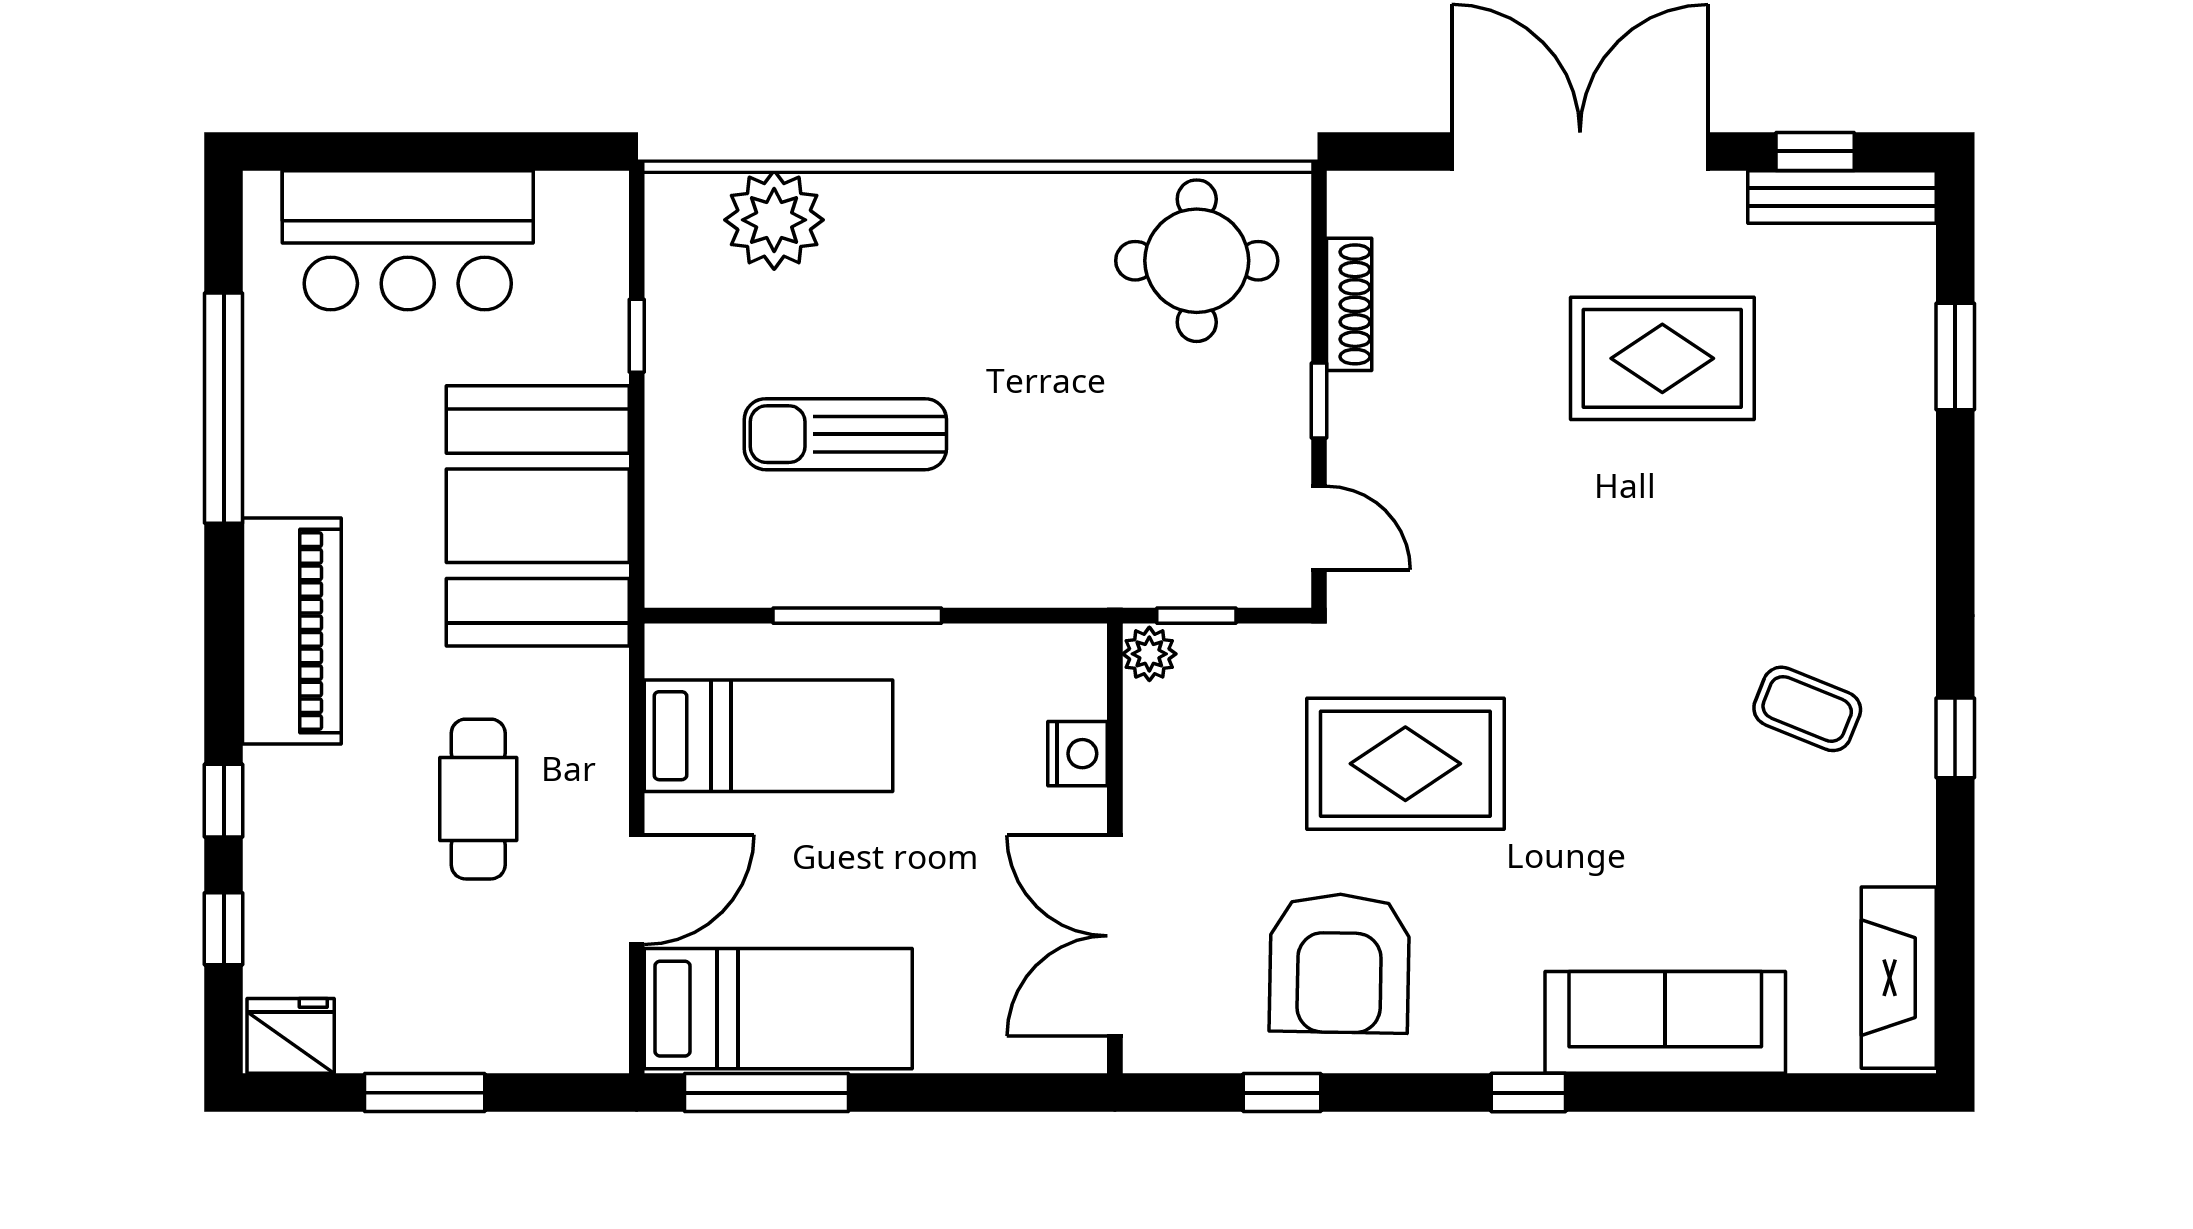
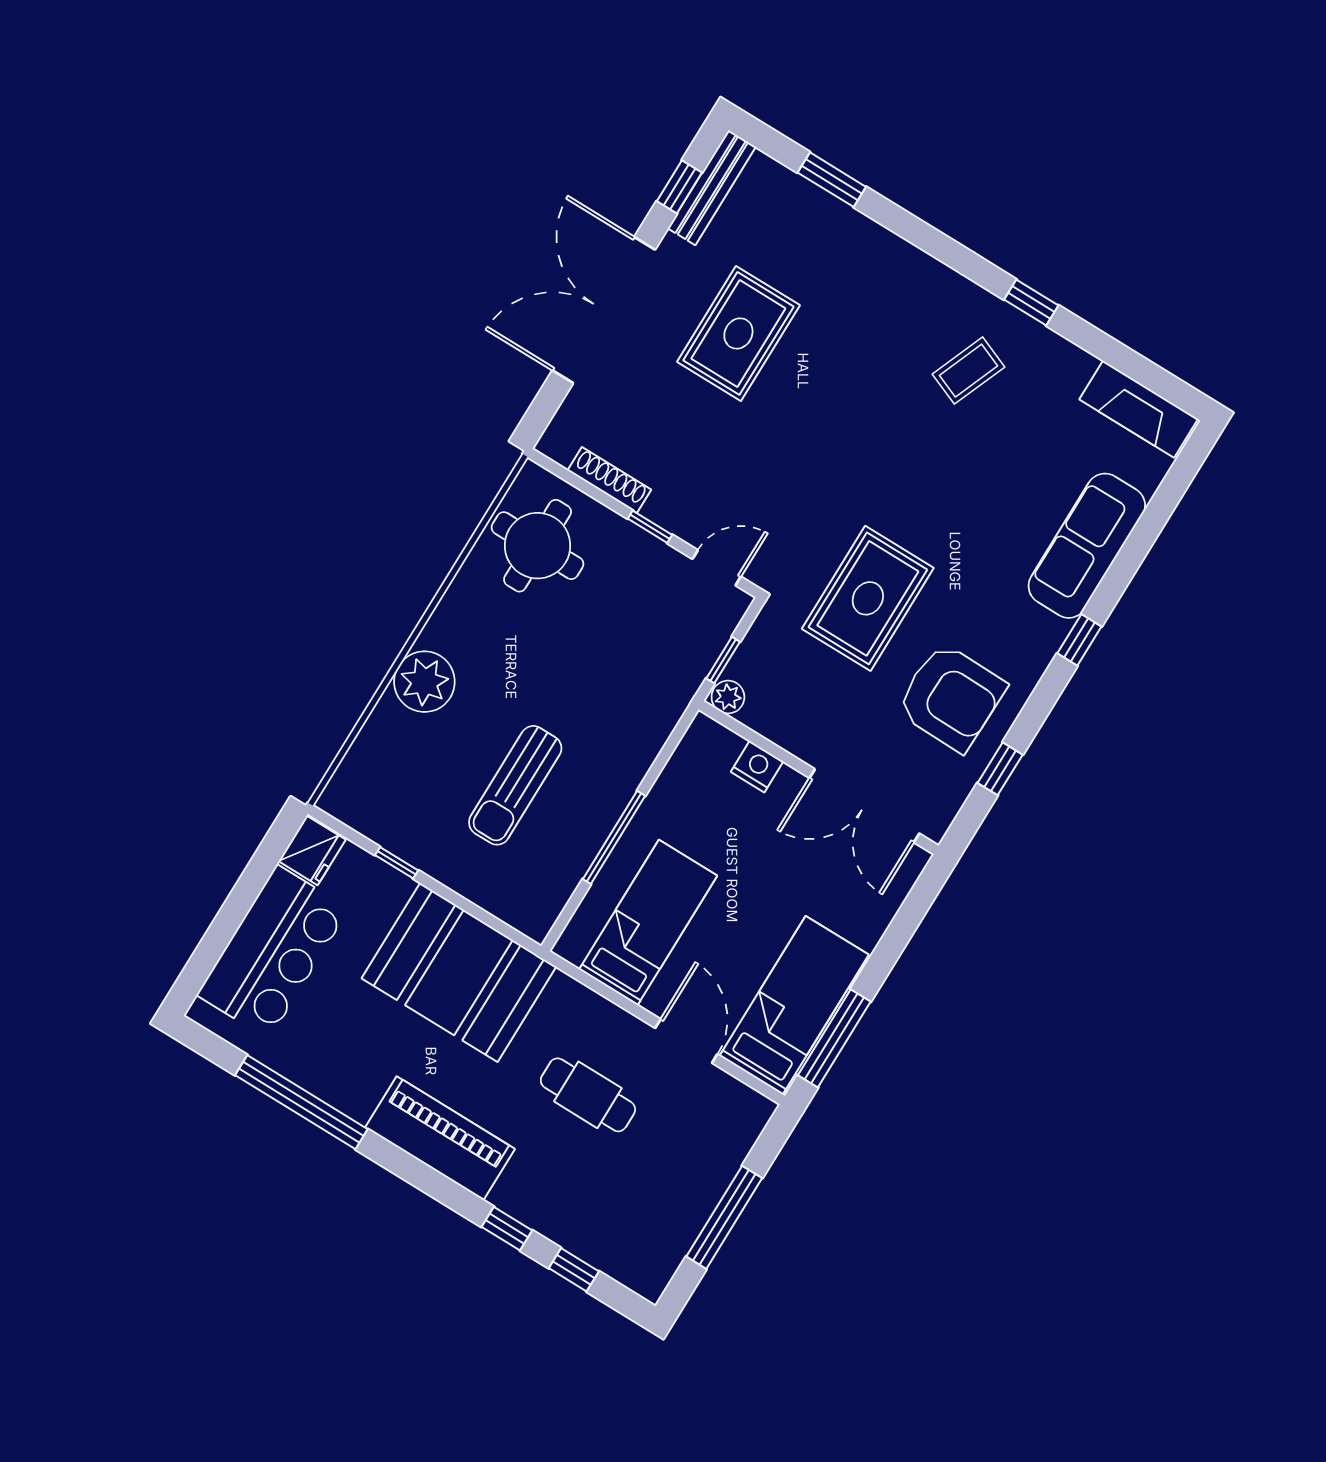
plant: (774, 220) -> (424, 682), moved
fridge: (291, 1036) -> (312, 850), moved, turned 180
window: (425, 1093) -> (724, 1217), width x1.44

